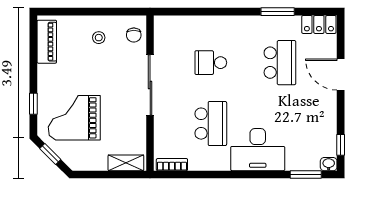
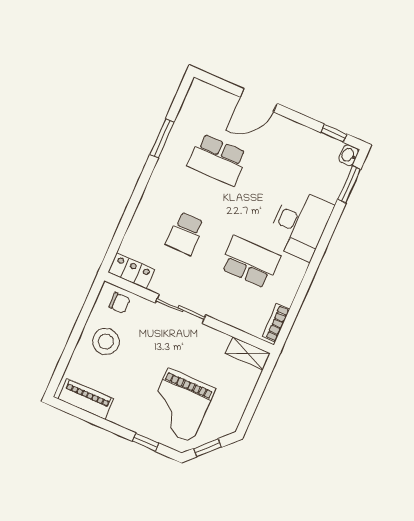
locker: (319, 24) -> (131, 271), moved, turned -90
stool: (99, 38) -> (106, 341), width x1.89, depth x1.89
school desk: (280, 63) -> (217, 160), turned 180
sliding door: (150, 85) -> (181, 309), width x0.73
shelving: (126, 163) -> (248, 353), moved, turned 90

